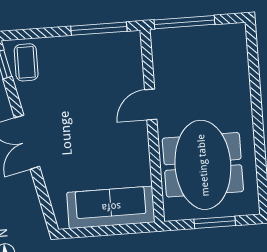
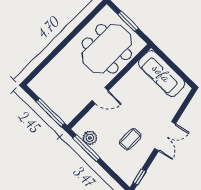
plant: (108, 44) -> (90, 138), added
coffee table: (26, 62) -> (130, 139), moved

